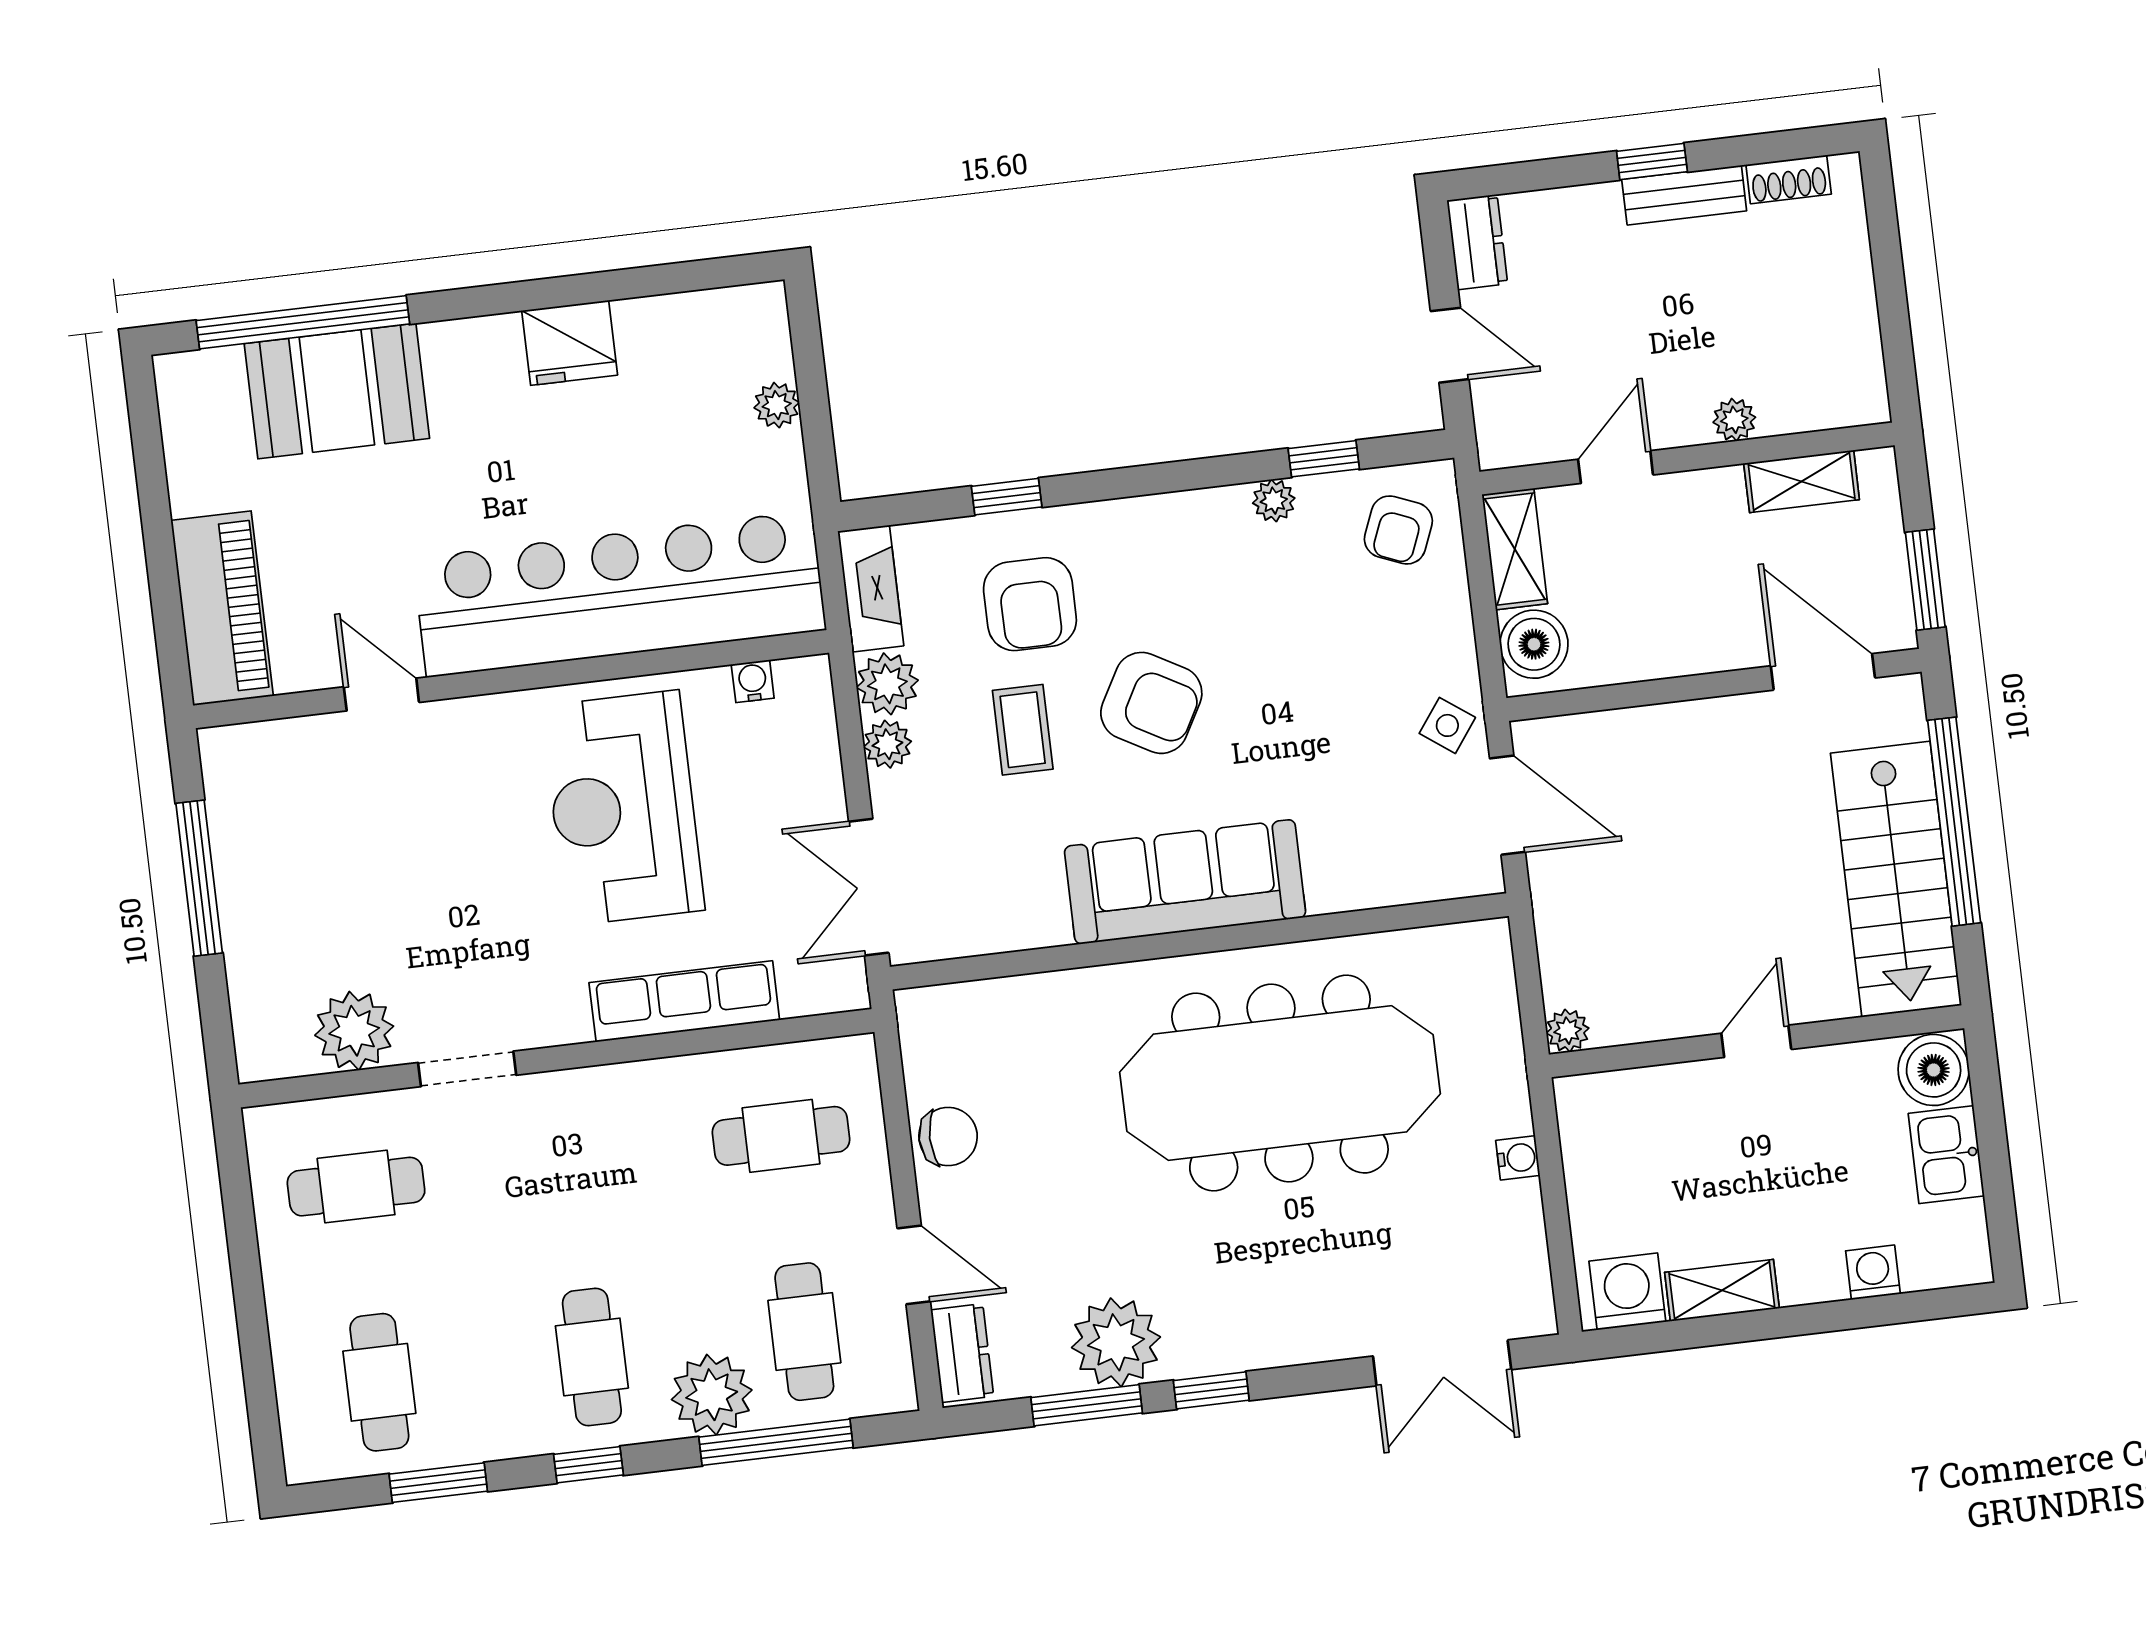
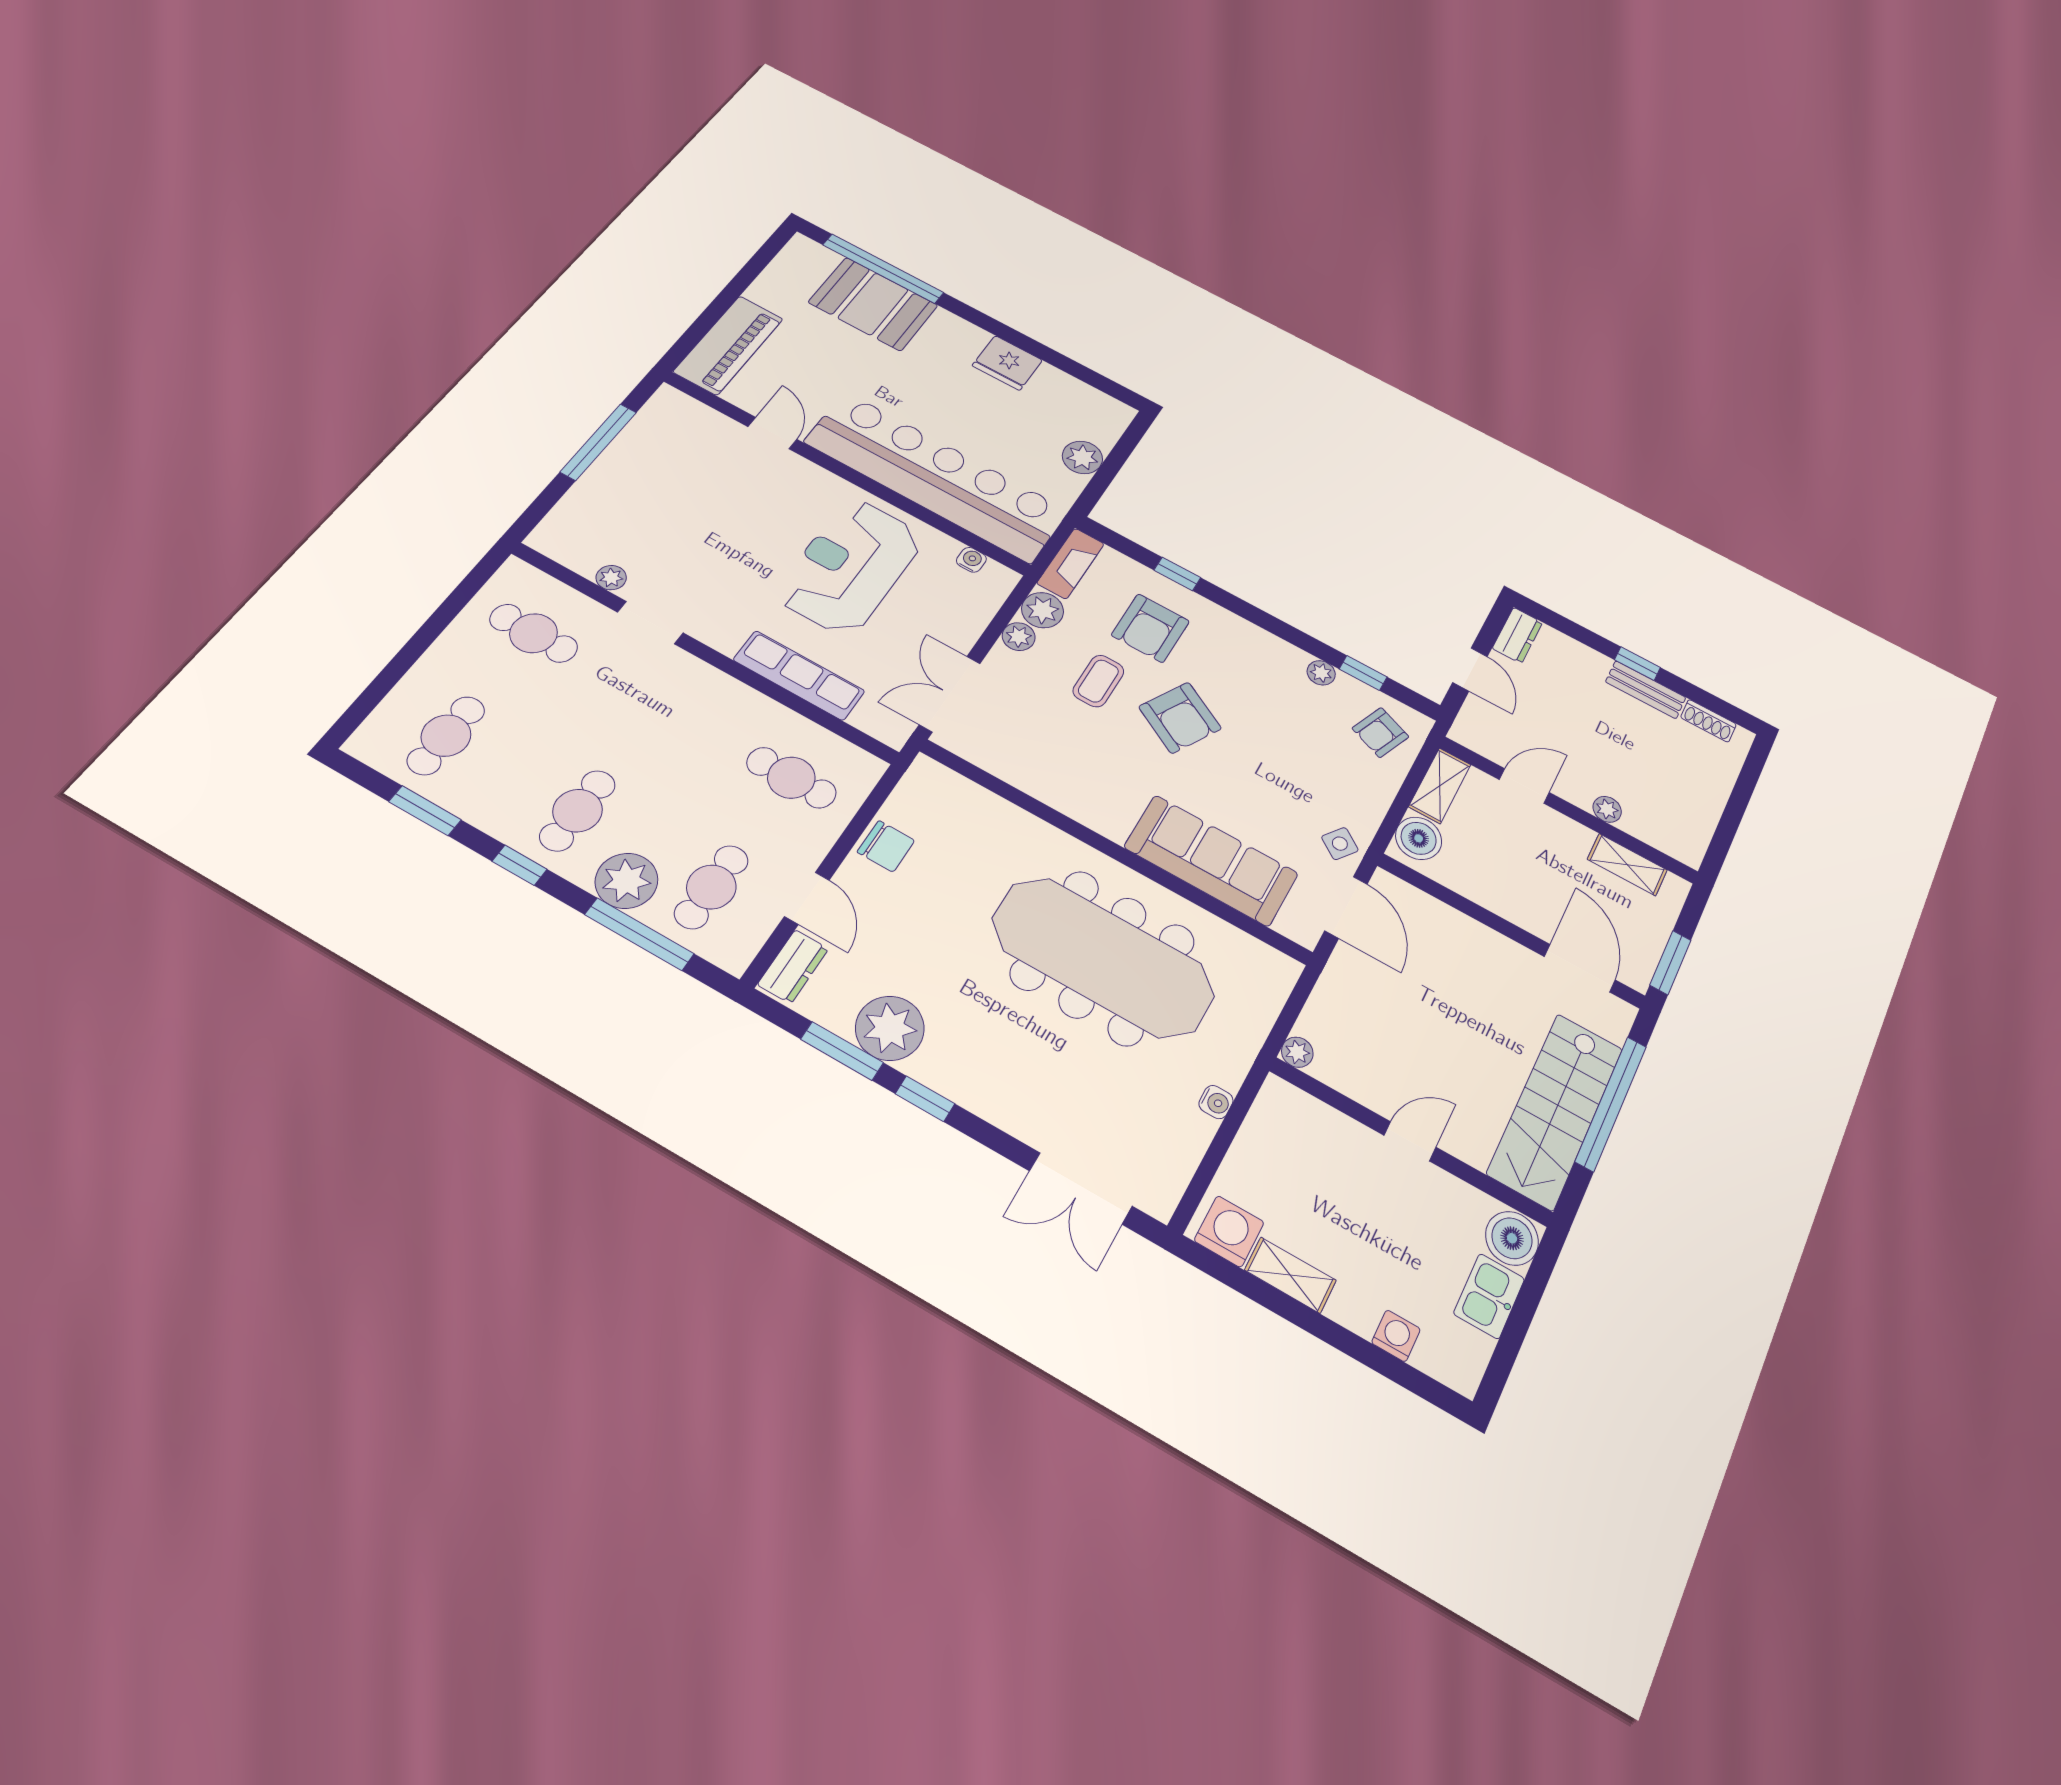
plant: (777, 405) -> (1082, 457), width x1.38, depth x1.38
sofa: (1185, 882) -> (1211, 860), moved
plant: (354, 1031) -> (611, 578), width x0.53, depth x0.53

